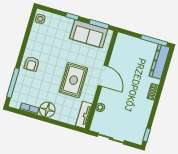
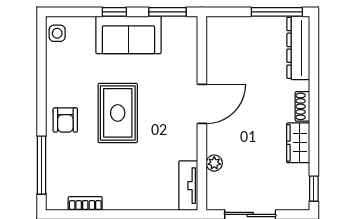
sofa: (89, 34) -> (128, 35), moved
door: (103, 76) -> (202, 104), hinge flipped
rug: (74, 80) -> (118, 113), moved
wardrobe: (146, 109) -> (298, 143), added
floor lamp: (47, 110) -> (119, 196), removed

